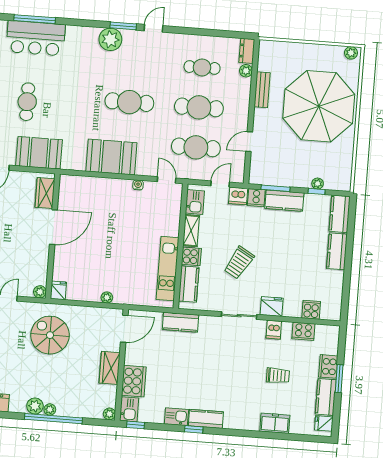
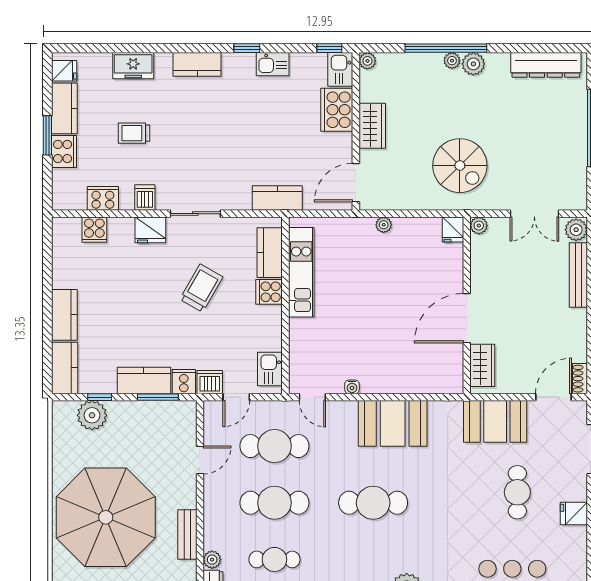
plant: (318, 184) -> (92, 415), width x1.87, depth x1.87
shelving: (191, 231) -> (272, 328), removed
kitchen counter: (206, 419) -> (197, 64), moved

